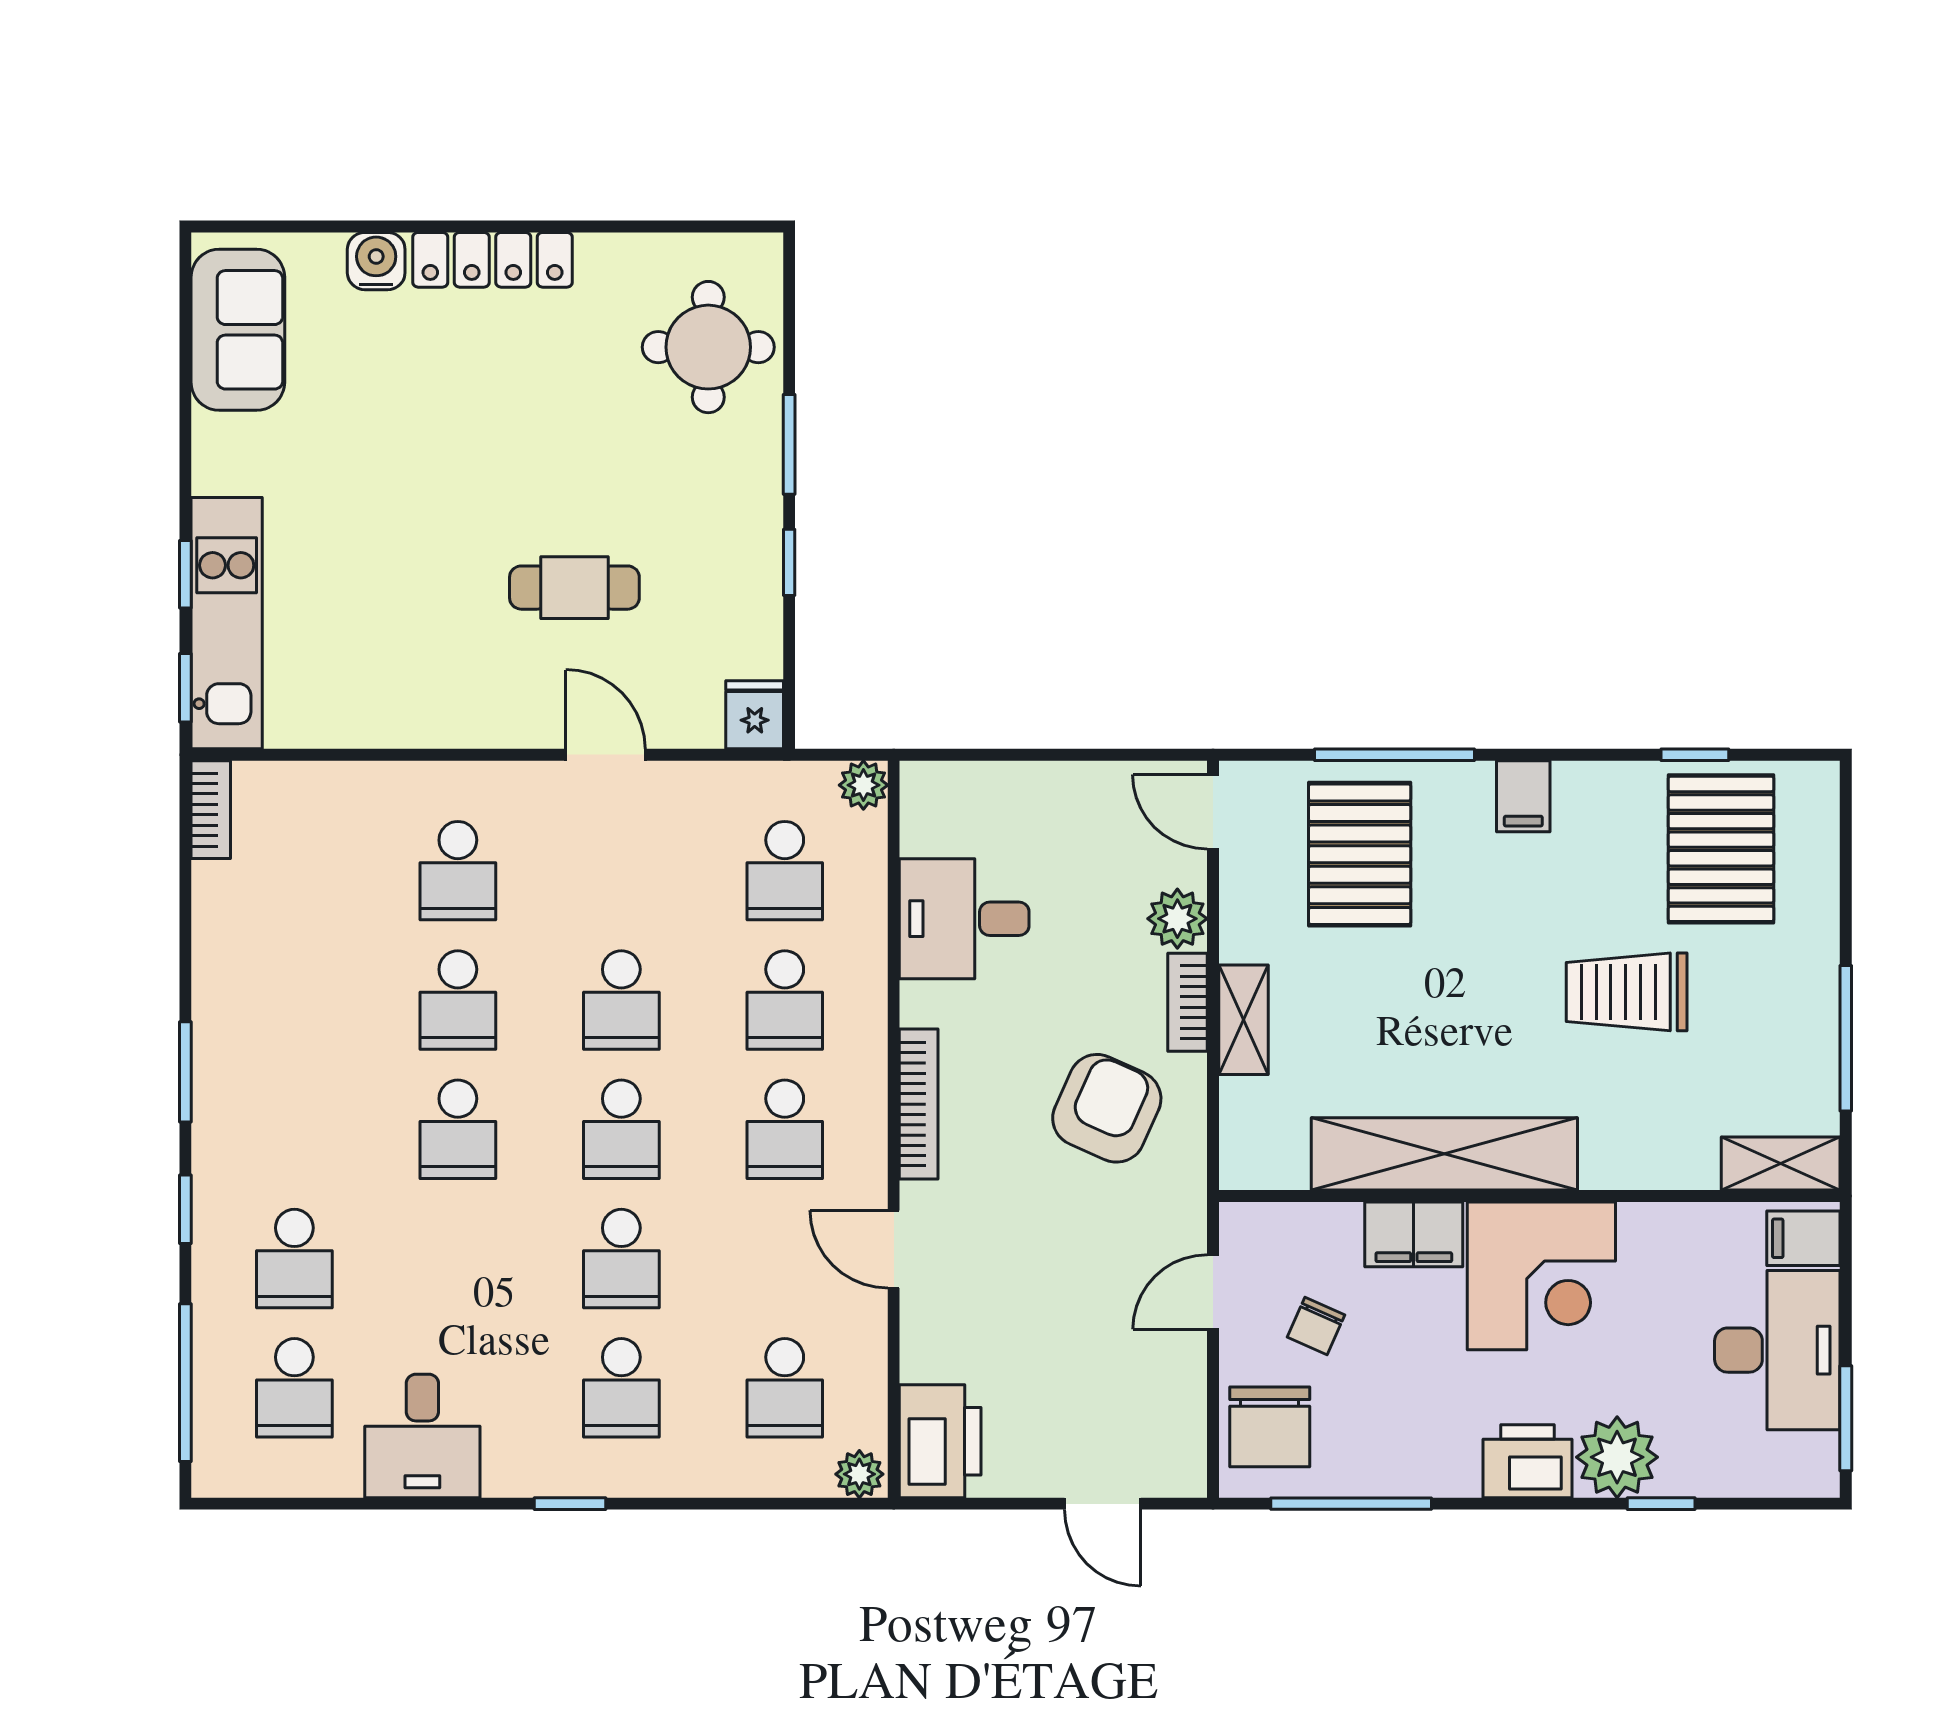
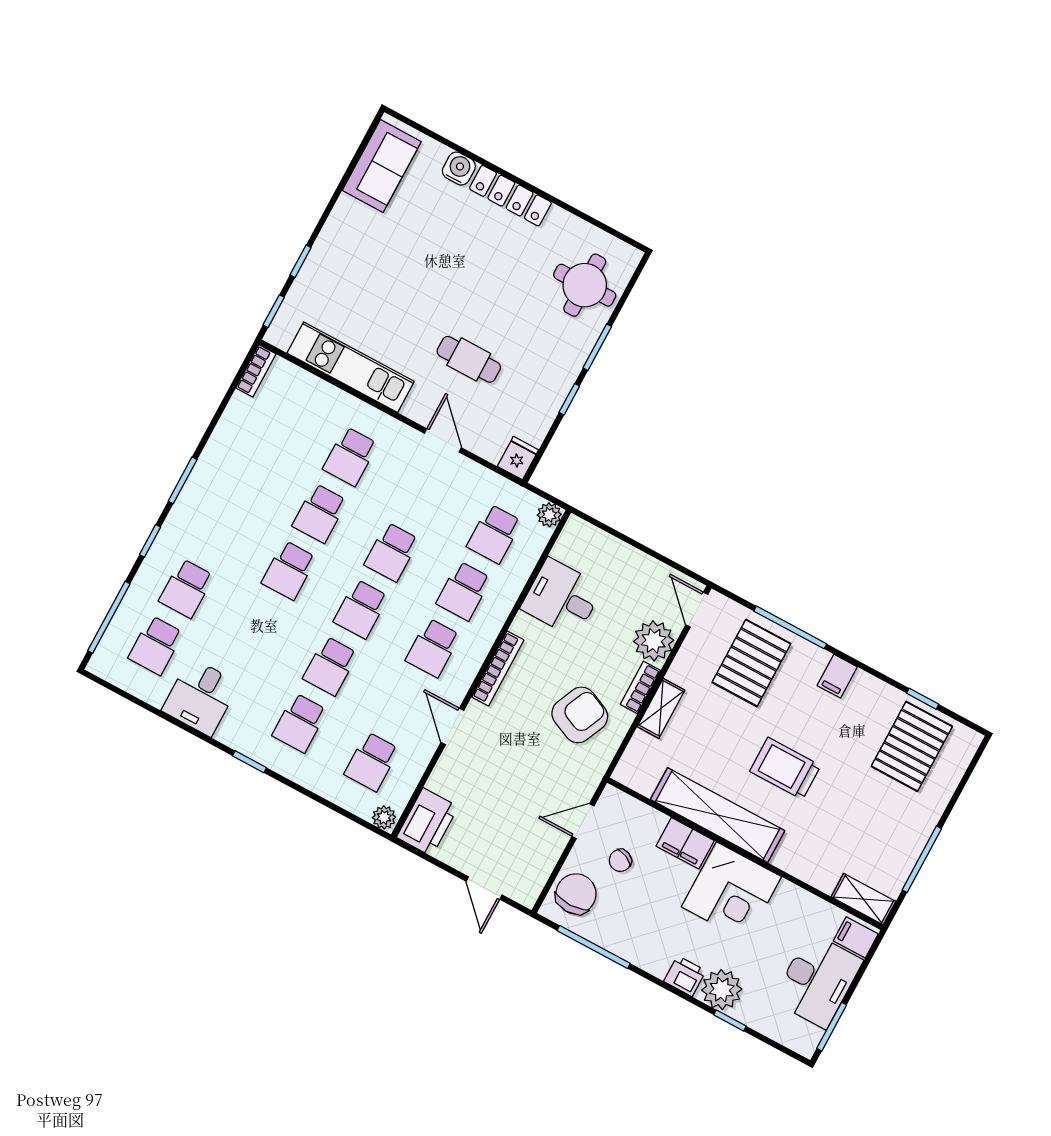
kitchen unit: (227, 623) -> (351, 367), moved, turned -90
plant: (1177, 919) -> (654, 641), width x1.36, depth x1.36
trolley: (1627, 992) -> (785, 768), moved
chair: (1270, 1427) -> (576, 894), turned 180
printer: (1527, 1461) -> (685, 976), width x0.73, depth x0.81

